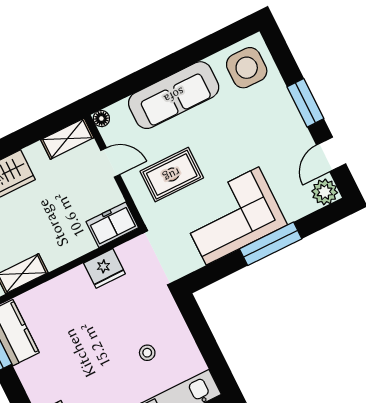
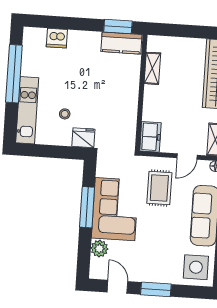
plant: (325, 192) -> (99, 249), moved
window: (271, 244) -> (87, 207), moved
fridge: (104, 268) -> (83, 138), moved, turned 90

